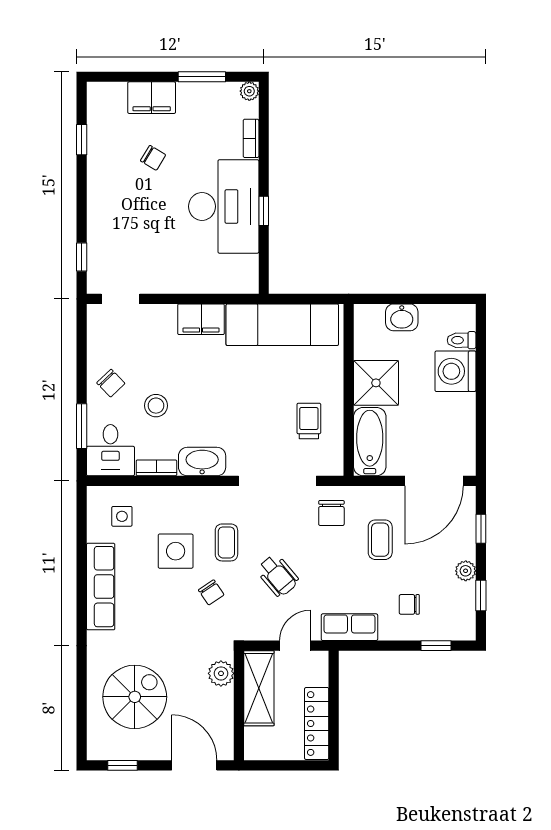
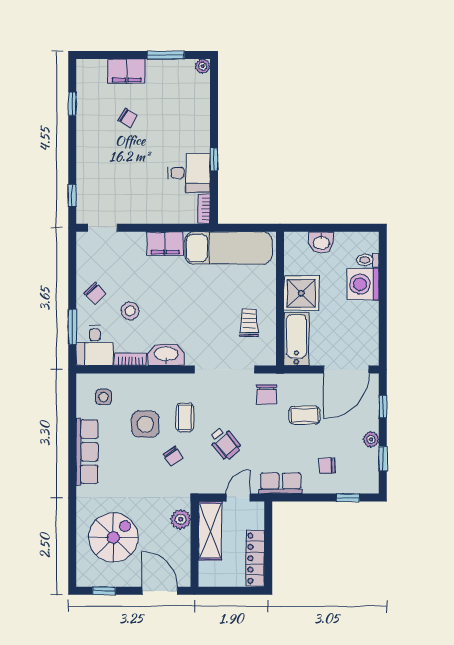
bookcase: (251, 138) -> (204, 209), moved
desk: (224, 206) -> (189, 173), width x0.53, depth x0.77
coffee table: (380, 540) -> (304, 415), turned 90

